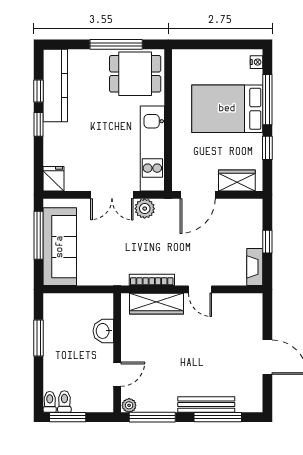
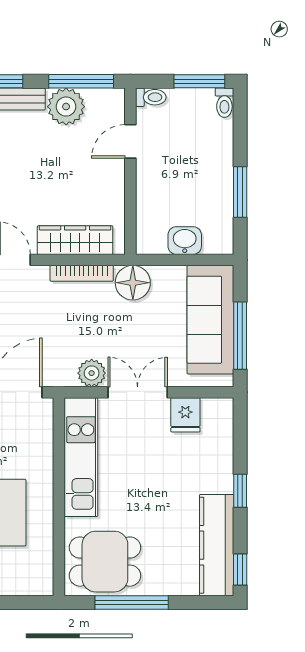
window: (39, 91) -> (240, 570), moved
fridge: (54, 179) -> (185, 415), moved
floor lamp: (115, 273) -> (133, 283), added
washbasin: (103, 331) -> (185, 241), moved, turned -90
toilet: (64, 402) -> (151, 97), moved, turned -90
plant: (129, 405) -> (66, 107), moved, width x1.87, depth x1.87

